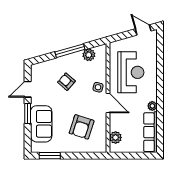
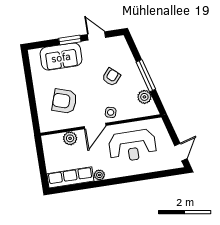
plant: (116, 137) -> (70, 138), moved
window: (50, 156) -> (28, 71), removed

